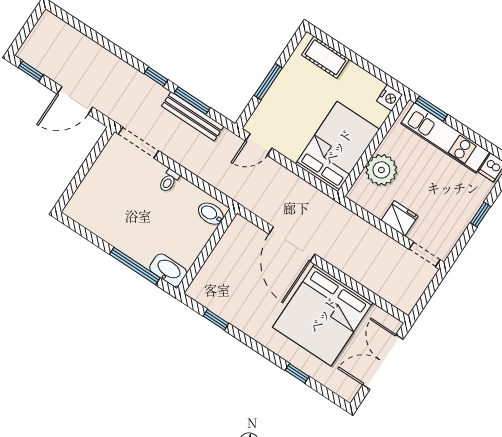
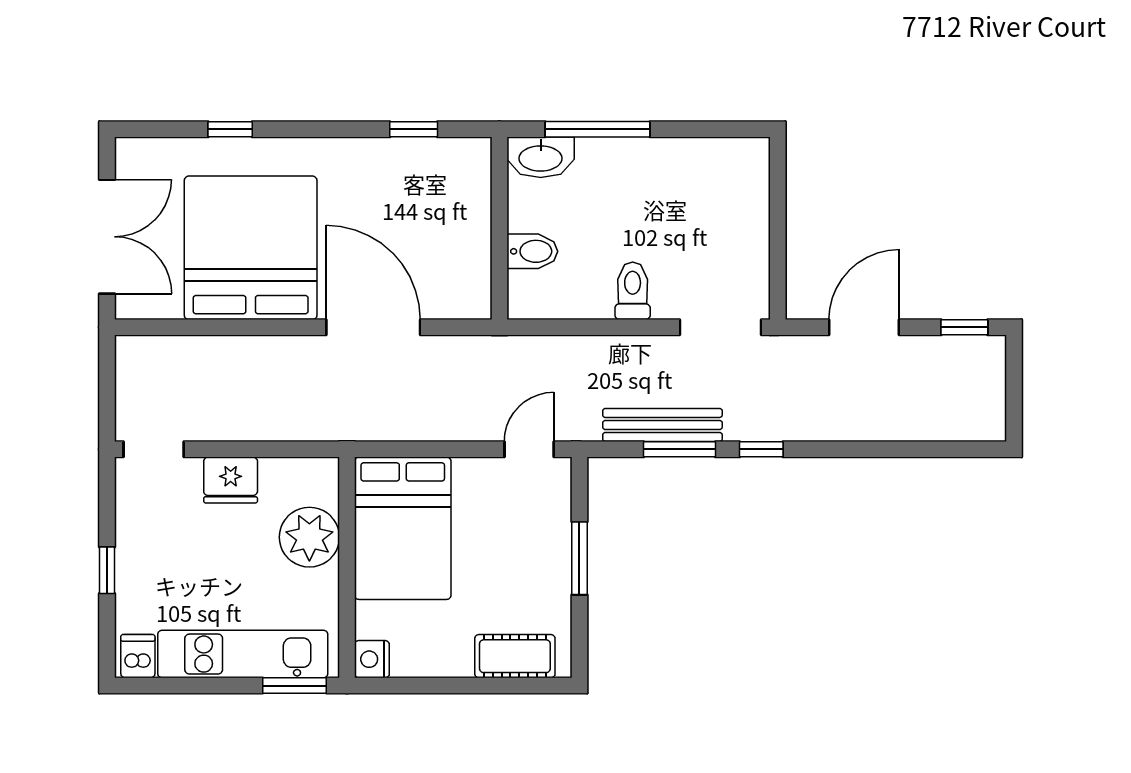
toilet: (169, 181) -> (633, 291), width x1.37, depth x1.39
bidet: (211, 214) -> (532, 251), moved

